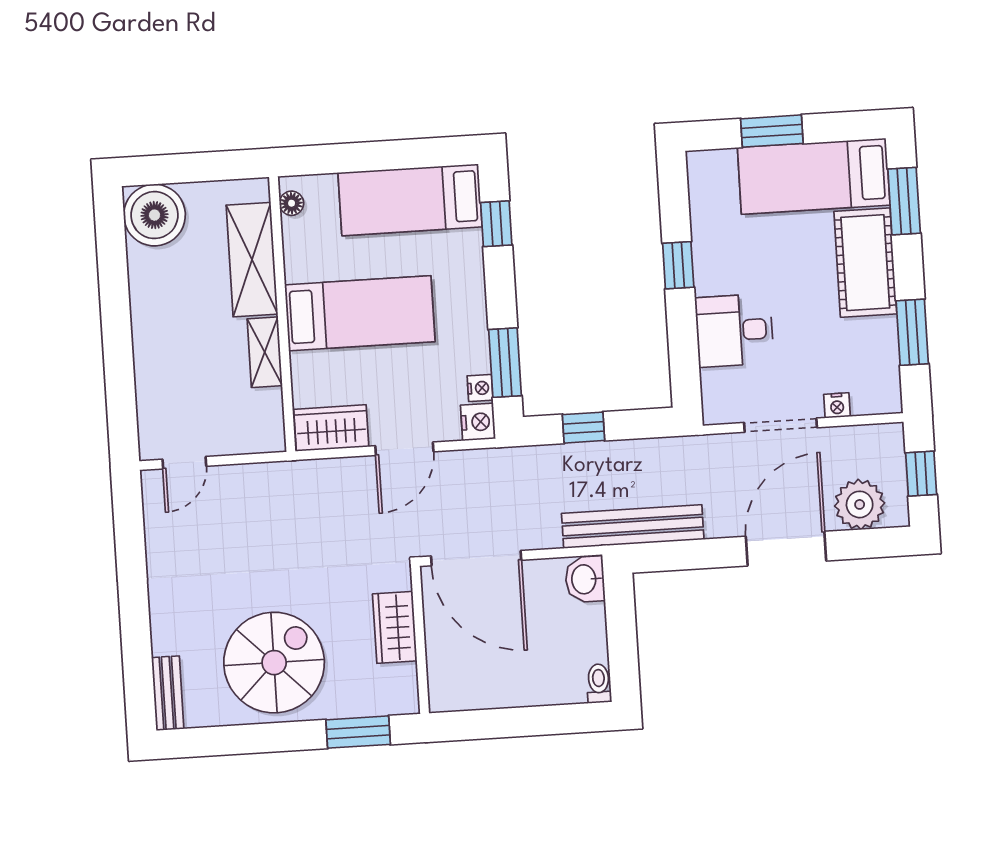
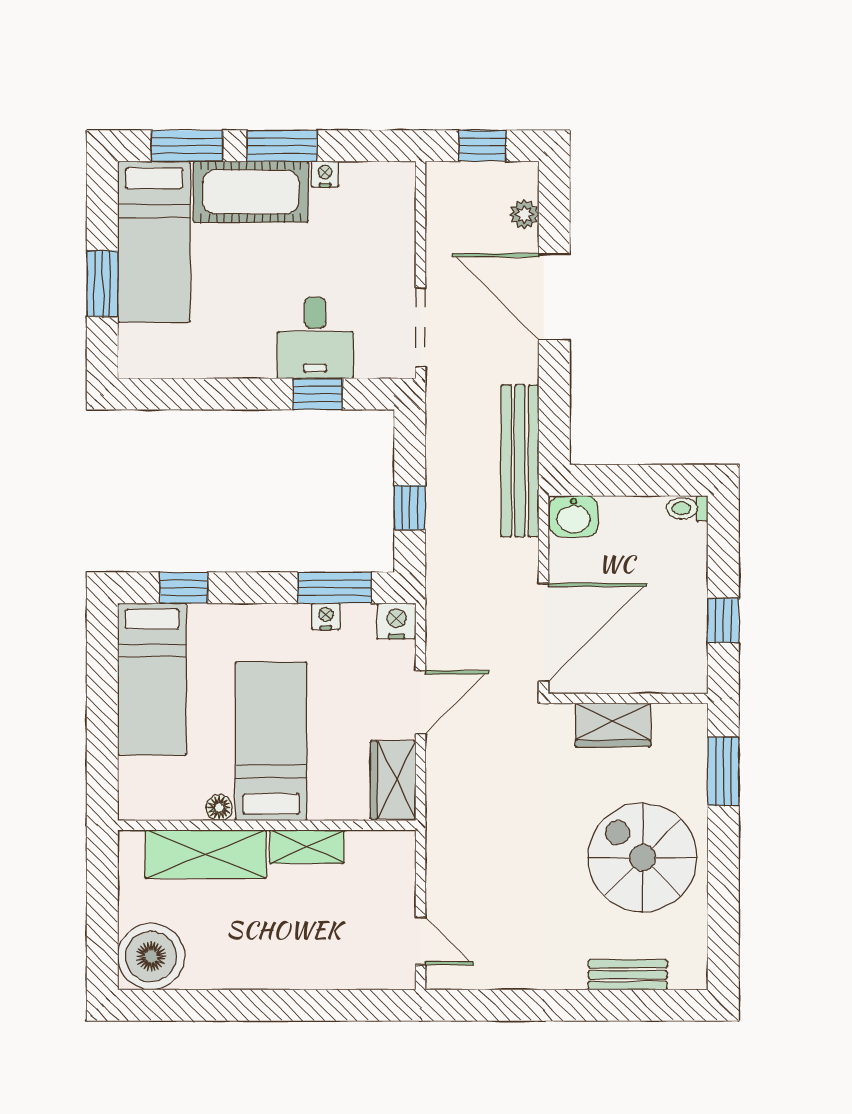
floor lamp: (292, 203) -> (219, 808), moved
window: (678, 265) -> (318, 394), moved
window: (912, 332) -> (282, 146), moved
nightstand: (480, 388) -> (326, 616), moved
nightstand: (837, 405) -> (325, 174), moved, turned -90
doorway: (781, 425) -> (421, 327), moved
door: (404, 449) -> (421, 702), hinge flipped
plant: (860, 504) -> (524, 214), width x0.53, depth x0.53
bench: (168, 693) -> (628, 975), moved
window: (497, 723) -> (723, 621), added

